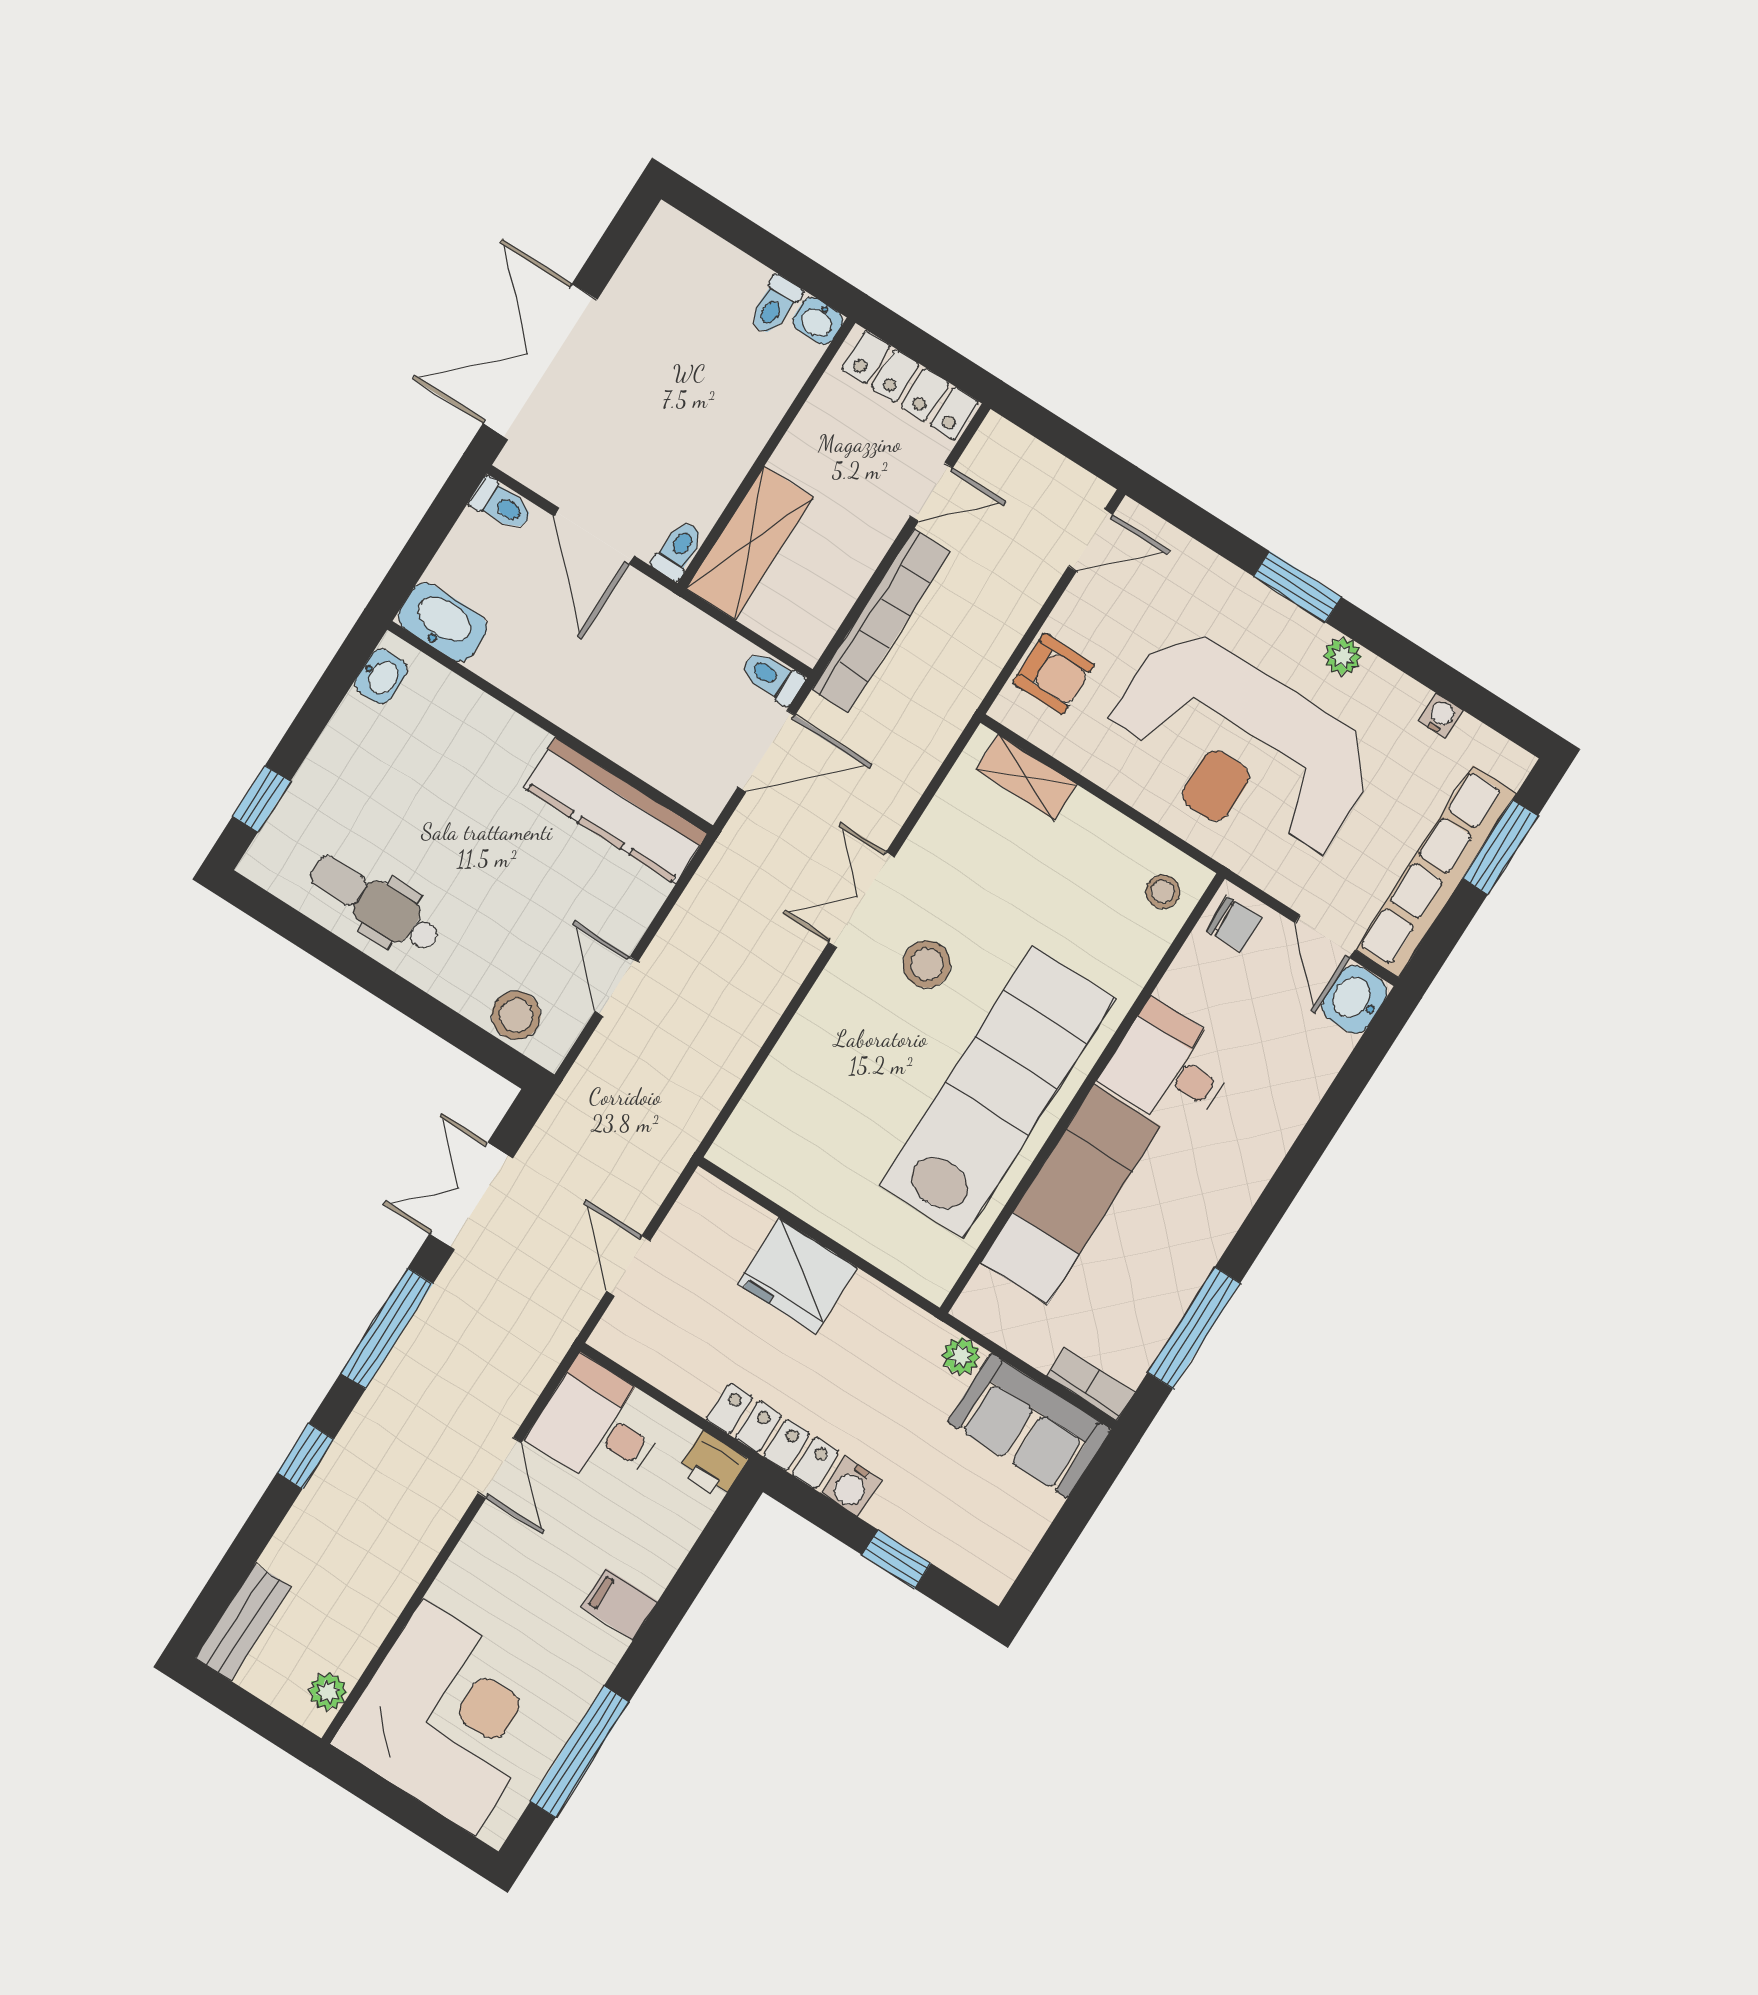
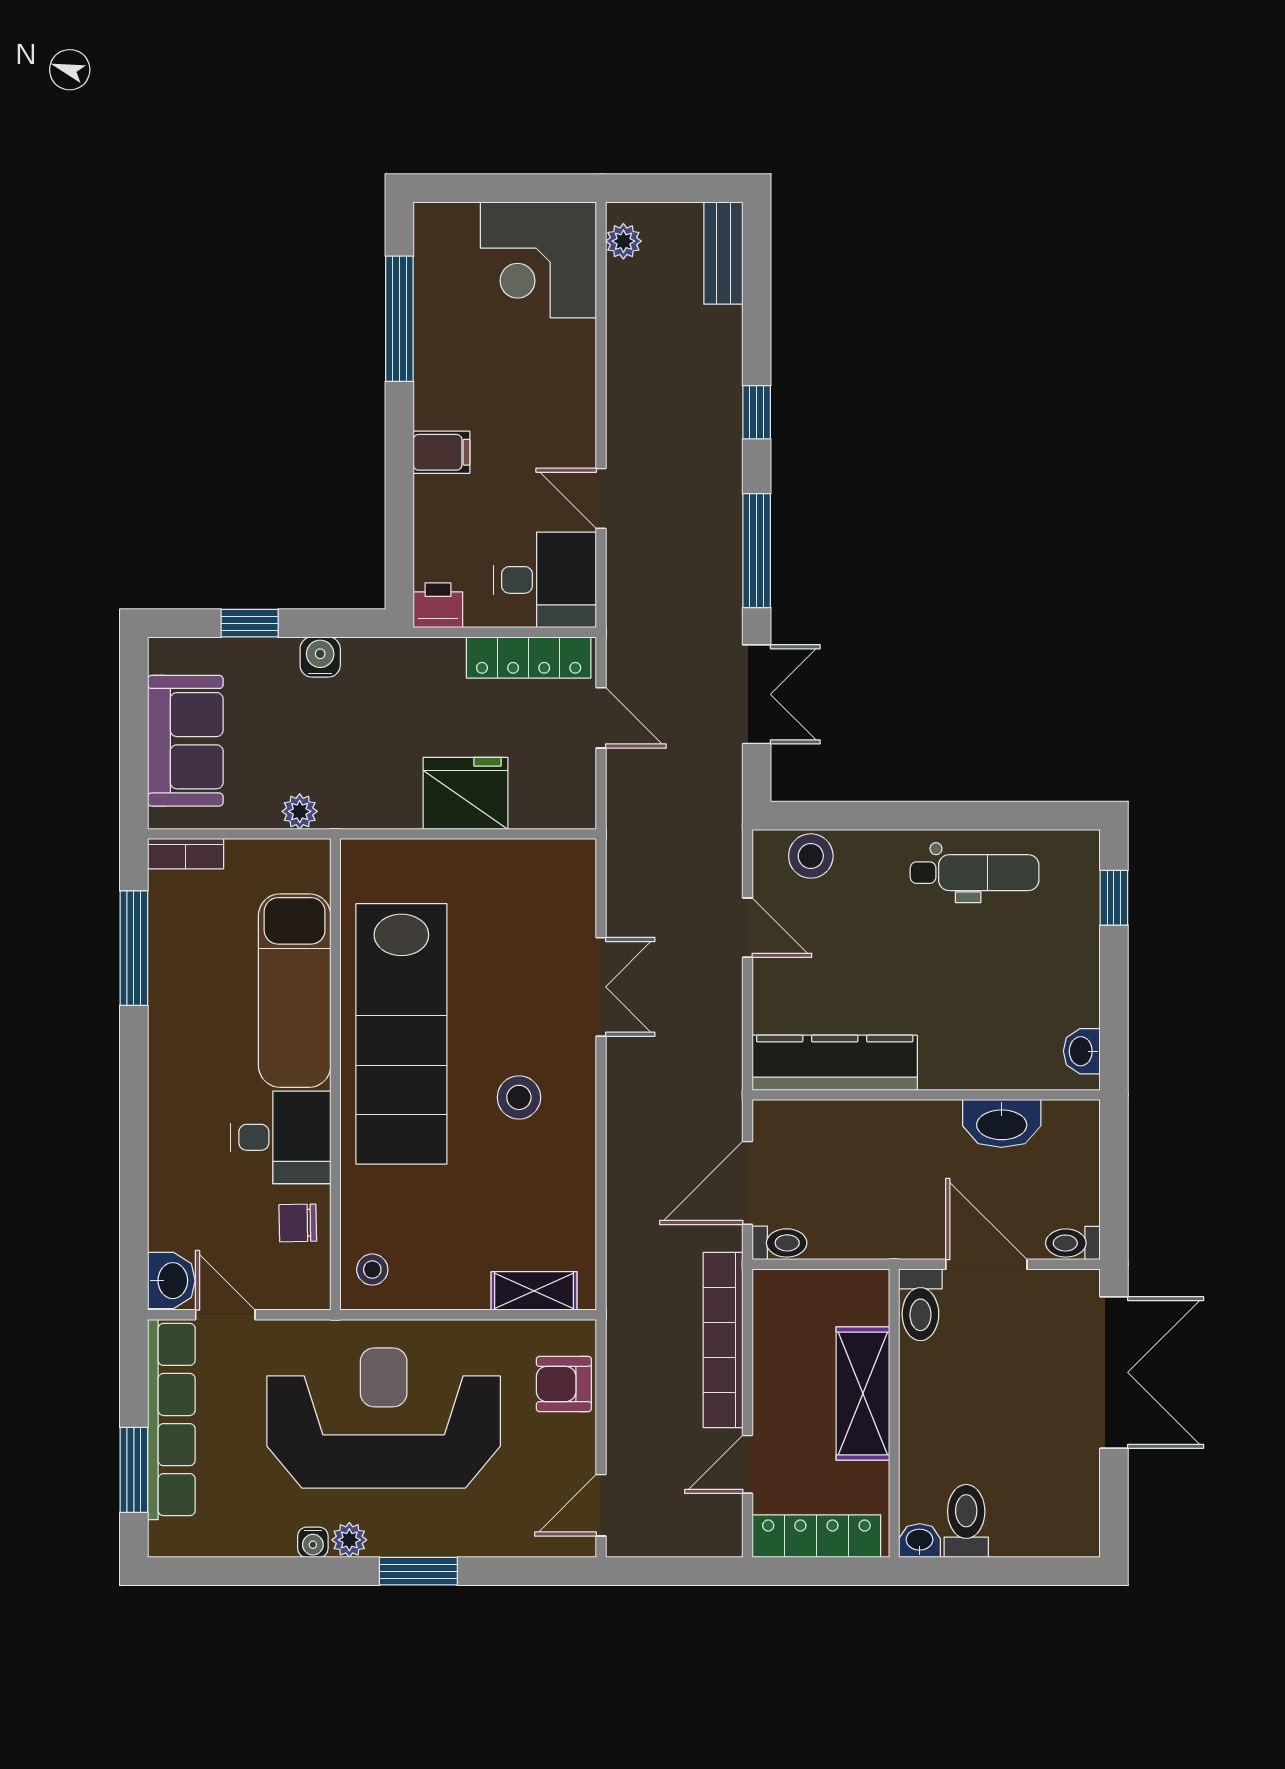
toilet: (775, 306) -> (966, 1521), width x1.37, depth x1.39
shelving: (750, 543) -> (863, 1394), moved
toilet: (678, 550) -> (920, 1305), width x1.37, depth x1.39
washbasin: (443, 622) -> (1002, 1123), moved
water cooler: (1441, 716) -> (313, 1542), moved
double door: (861, 900) -> (601, 987), moved
chair: (1234, 924) -> (298, 1223), moved
sofa: (1029, 1426) -> (185, 741), moved, turned 90
locker: (772, 1436) -> (529, 658), moved
corner desk: (449, 1717) -> (538, 260), width x0.74, depth x0.74

